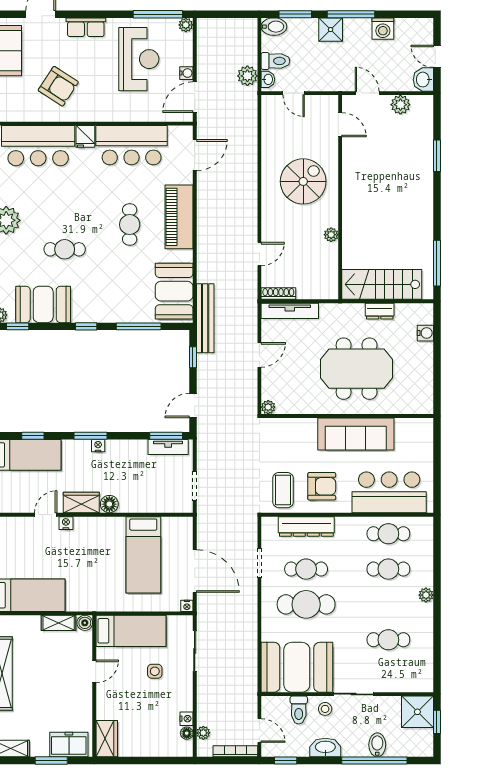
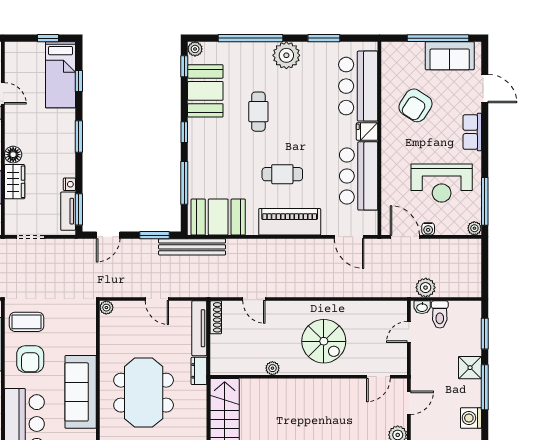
bidet: (274, 27) -> (473, 313), removed
dresser: (380, 311) -> (199, 371), moved
window: (193, 357) -> (155, 235), width x1.50
door: (193, 405) -> (108, 235), swing flipped
nightstand: (98, 446) -> (69, 184), moved
wardrobe: (81, 503) -> (15, 182), moved

